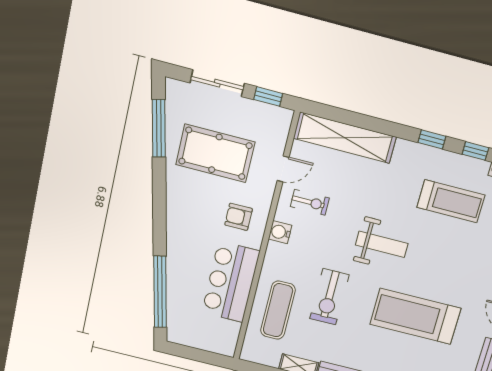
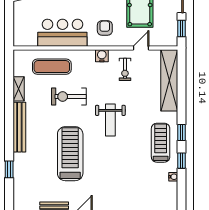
door: (283, 169) -> (141, 48), swing flipped
treadmill: (451, 201) -> (161, 143), moved, turned 180

